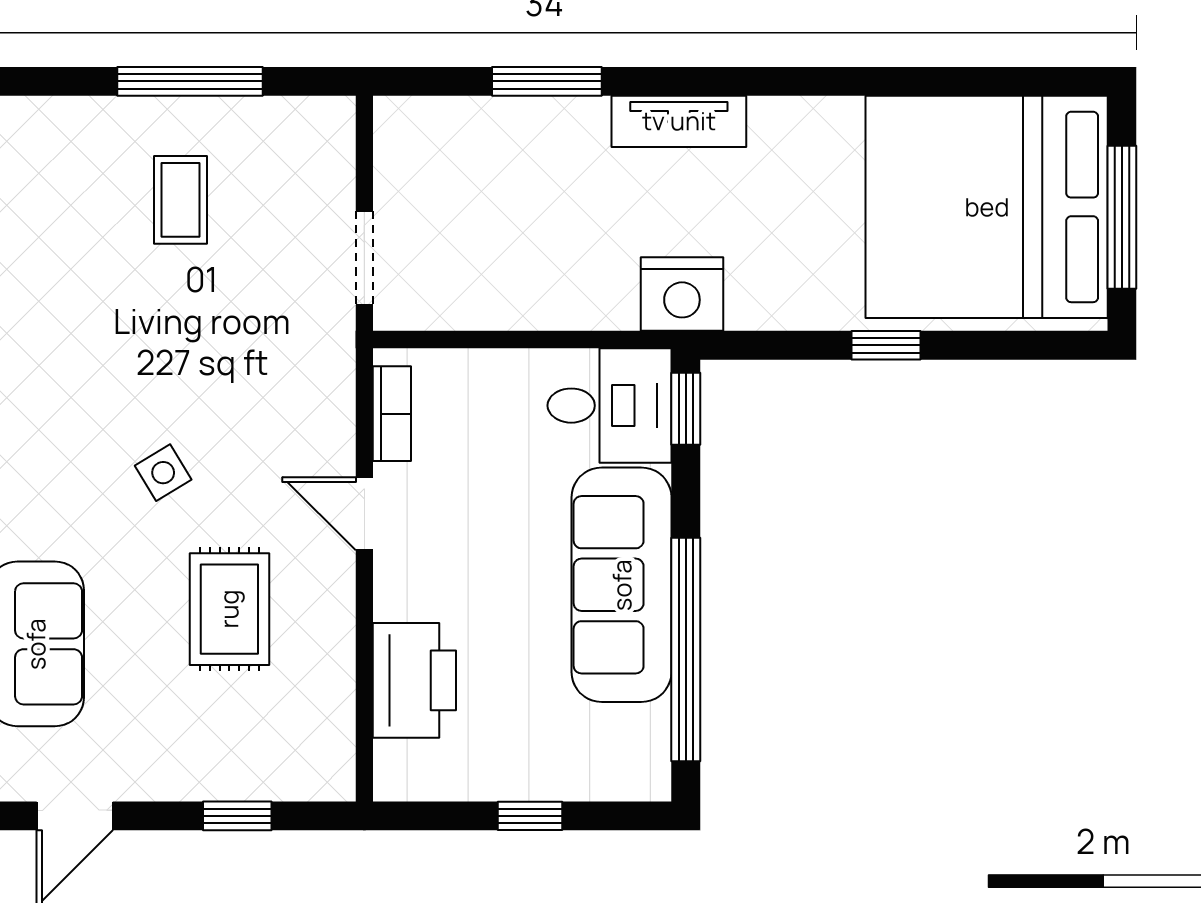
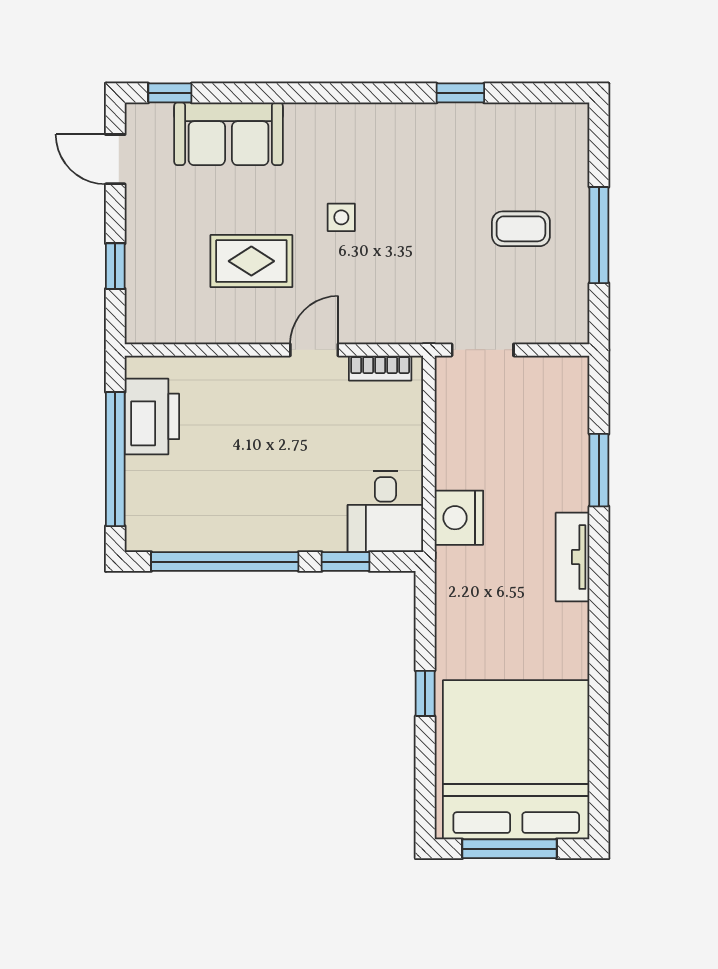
nightstand: (682, 294) -> (459, 518), moved
window: (686, 409) -> (346, 562), moved
side table: (163, 473) -> (341, 217), turned 31
sofa: (622, 585) -> (267, 519), removed
printer: (414, 680) -> (152, 416), moved, turned -90
window: (530, 816) -> (115, 459), width x3.17

